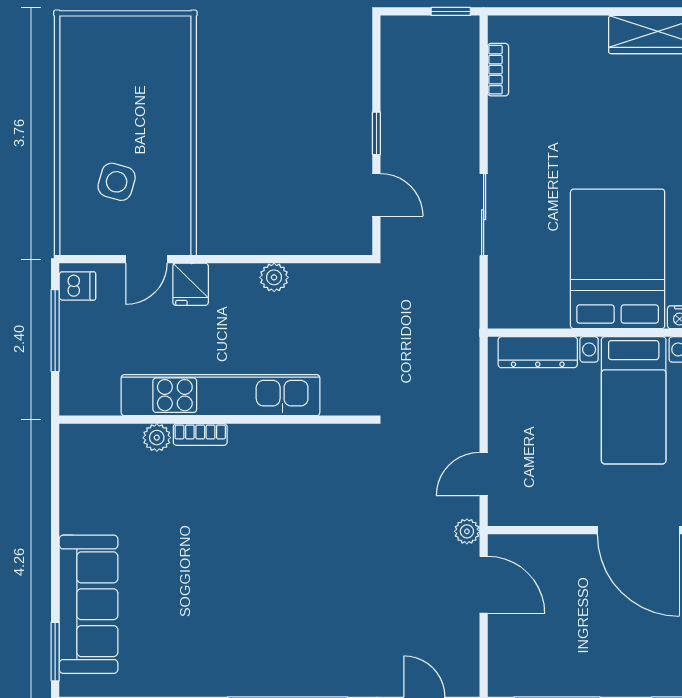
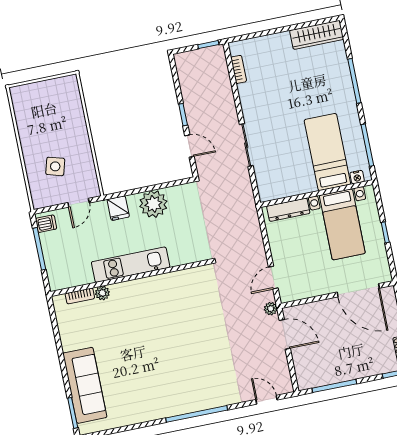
bed: (618, 259) -> (327, 152), width x0.67
plant: (274, 277) -> (153, 204), width x1.88, depth x1.88
fridge: (191, 284) -> (118, 208), moved
kitchen unit: (220, 395) -> (131, 265), width x0.73
bookcase: (200, 435) -> (80, 296), moved

